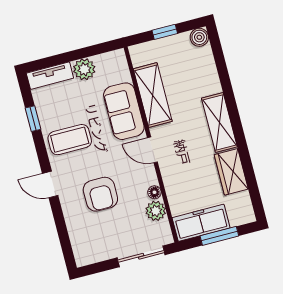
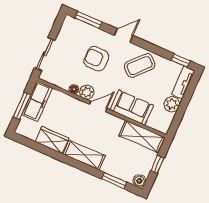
window: (221, 66) -> (114, 181), added
shelving: (153, 95) -> (142, 136), moved
window: (33, 119) -> (181, 61), moved
coffee table: (70, 140) -> (140, 66), turned 43
plant: (156, 211) -> (87, 92), moved
window: (64, 237) -> (89, 20), added

